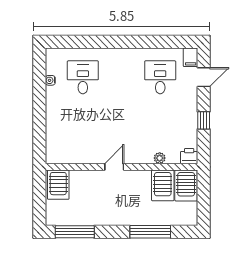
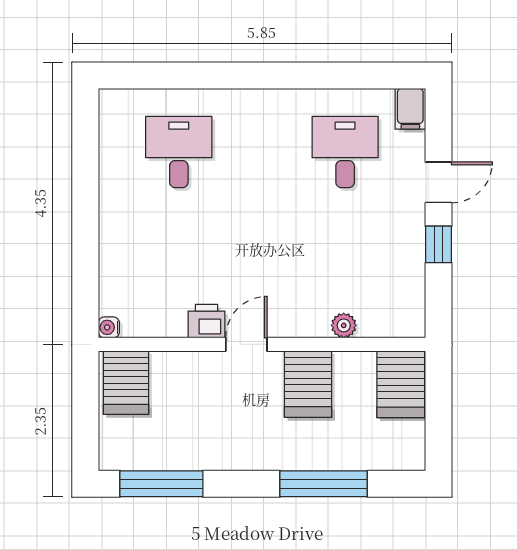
door: (204, 77) -> (439, 182), moved
water cooler: (50, 80) -> (109, 327), moved
printer: (189, 156) -> (206, 321), moved
server rack: (163, 185) -> (308, 384), moved

